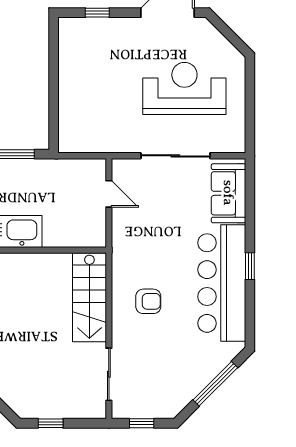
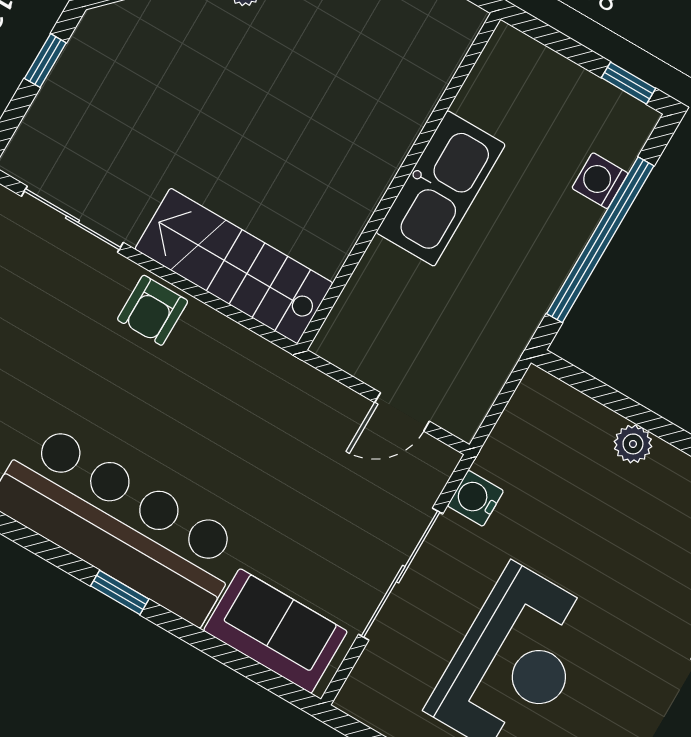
plant: (67, 92) -> (633, 444), added
water cooler: (127, 143) -> (475, 498), added
armchair: (148, 301) -> (153, 310), moved

